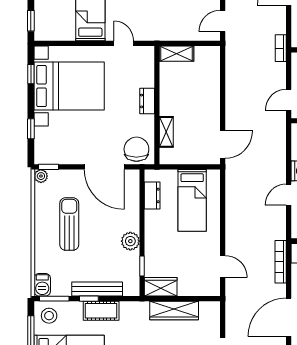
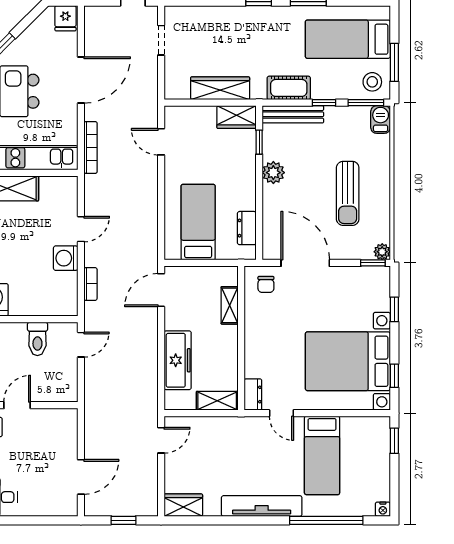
bookcase: (281, 48) -> (90, 284), moved
freezer: (209, 87) -> (178, 360), added
dresser: (147, 101) -> (253, 394), moved
chair: (136, 149) -> (266, 284), width x0.54, depth x0.54
bench: (97, 289) -> (293, 114), moved
cot: (101, 311) -> (289, 88), moved

